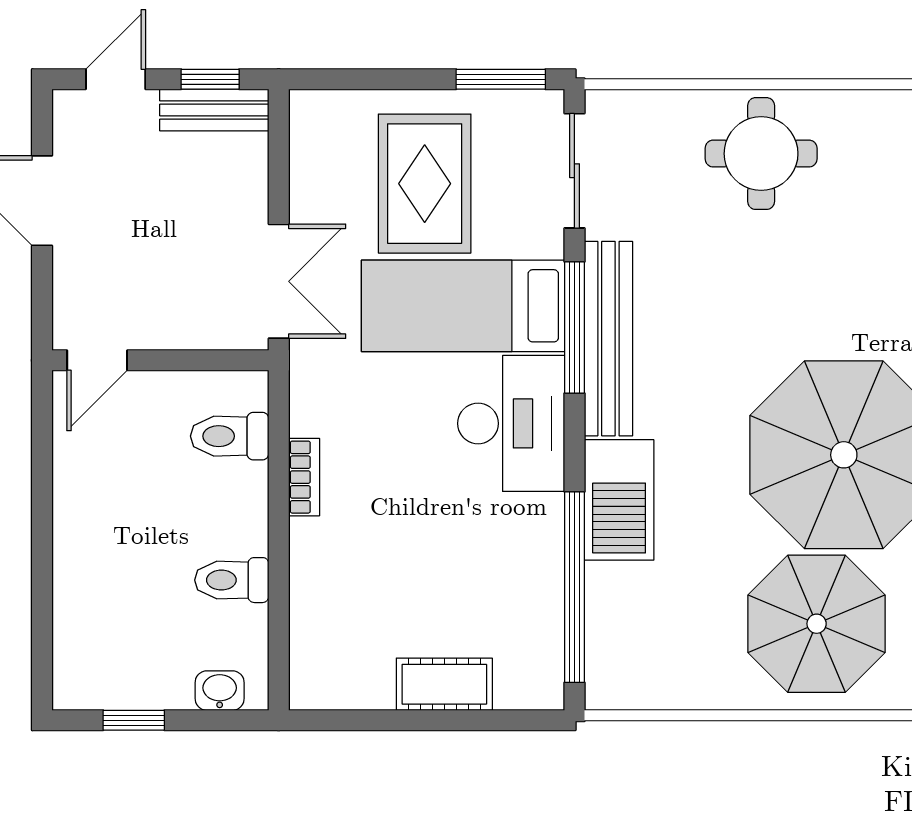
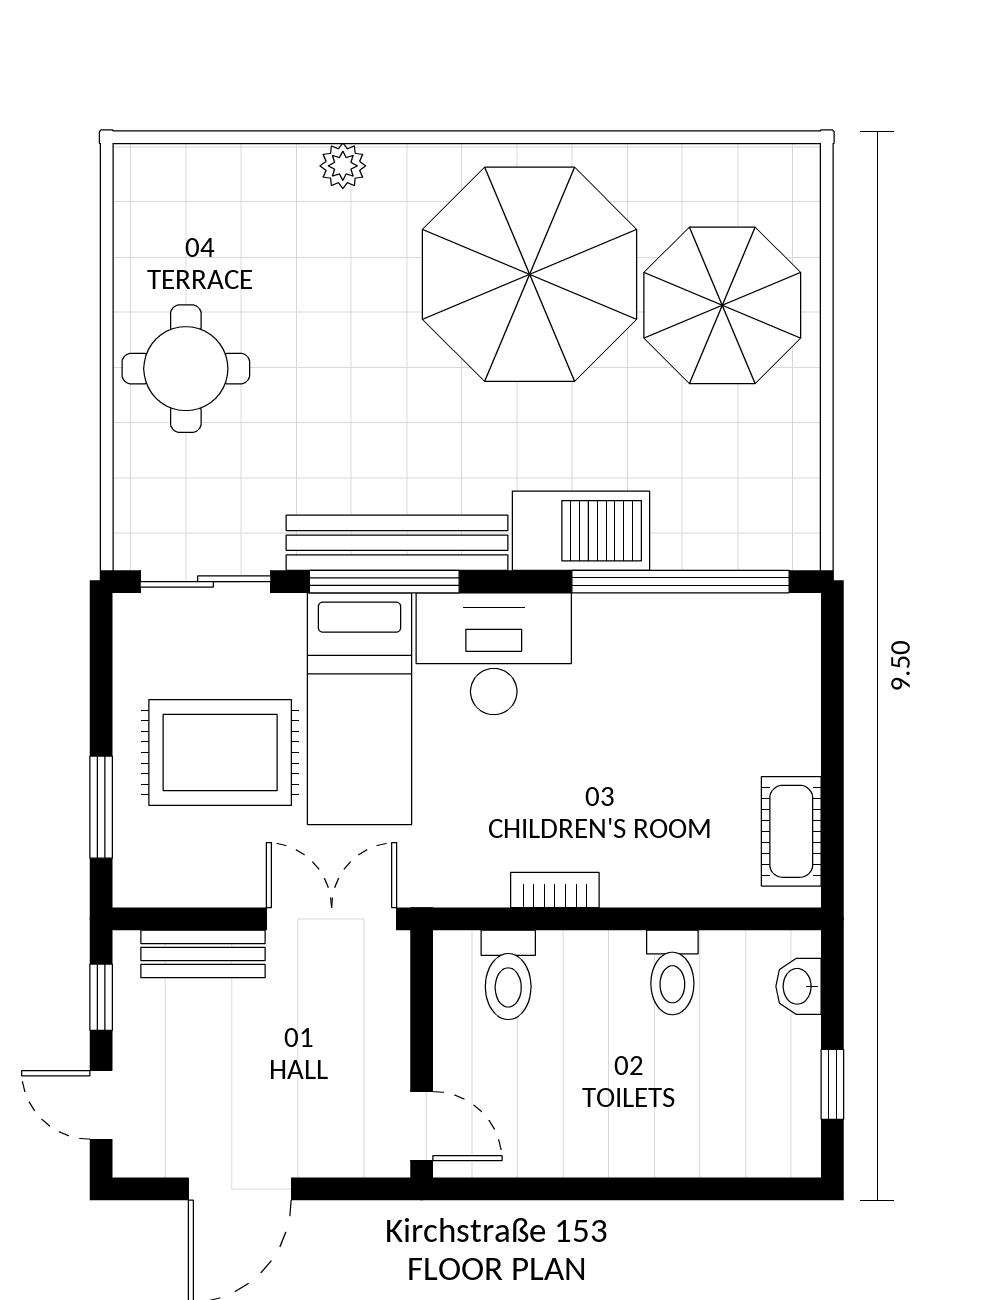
window: (501, 79) -> (101, 807), moved
bench: (214, 110) -> (203, 954), moved, turned 90
cot: (444, 684) -> (791, 831), moved

